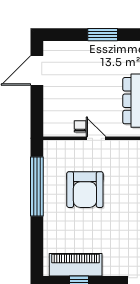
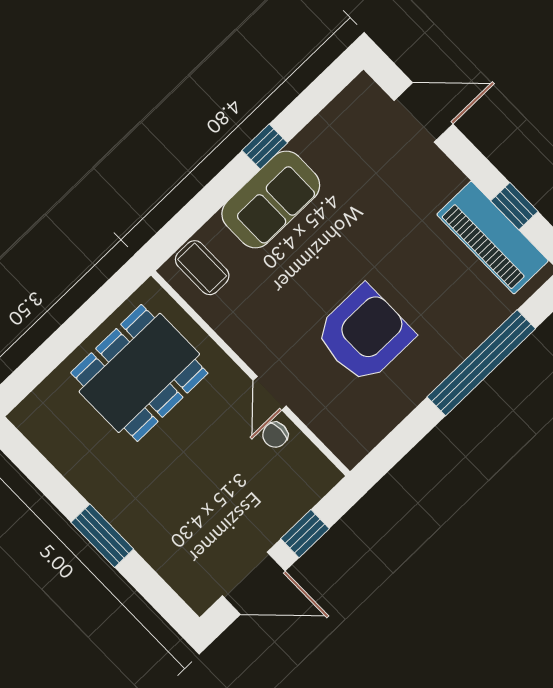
window: (37, 104) -> (305, 534), added
window: (37, 186) -> (481, 363), moved

